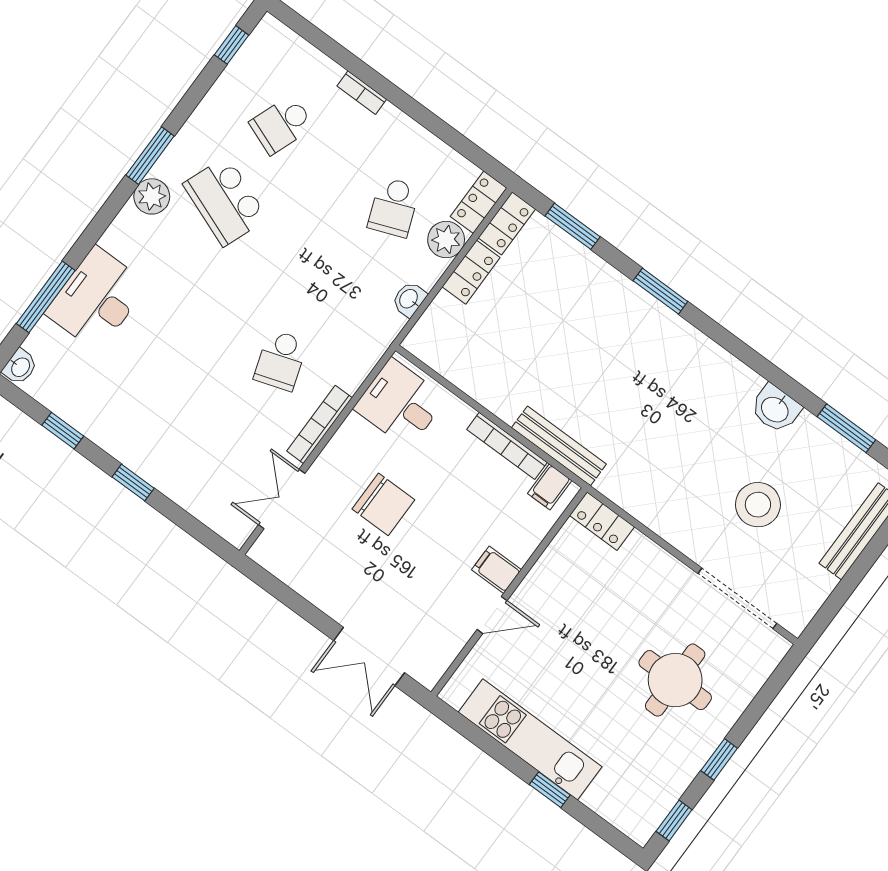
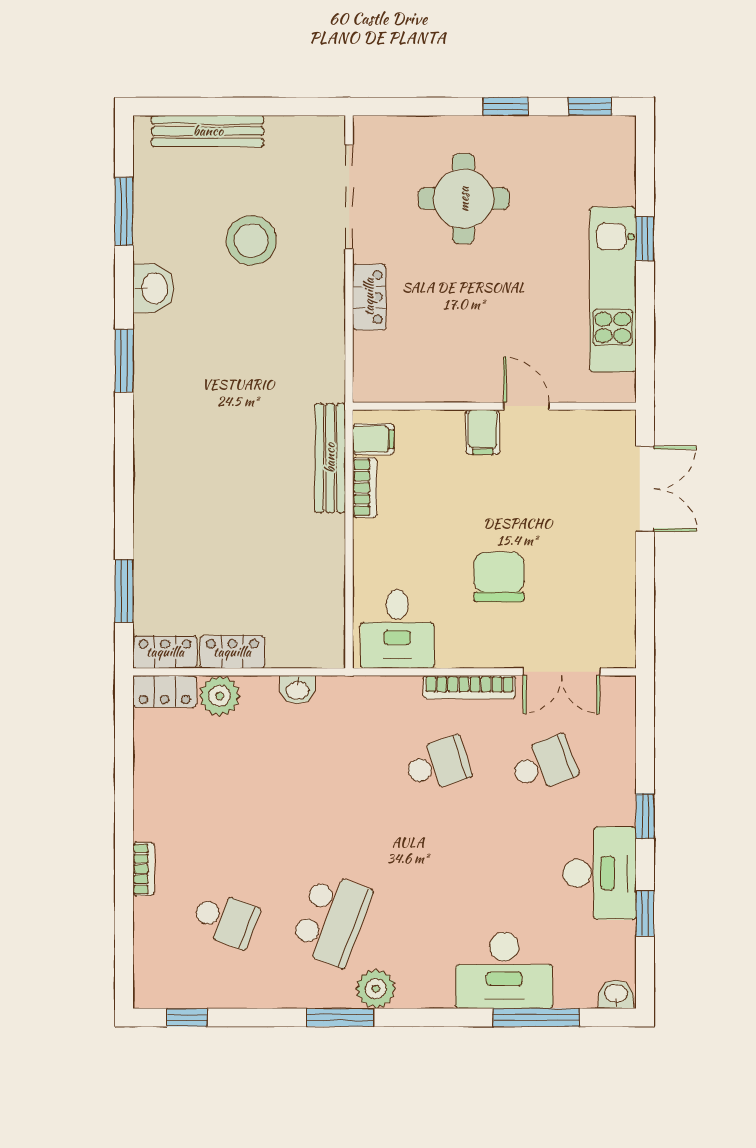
school desk: (394, 207) -> (544, 764), moved
window: (660, 291) -> (124, 361), moved
desk: (116, 419) -> (600, 873), added
bookcase: (507, 446) -> (365, 488), width x0.64
locker: (602, 521) -> (369, 297), moved

